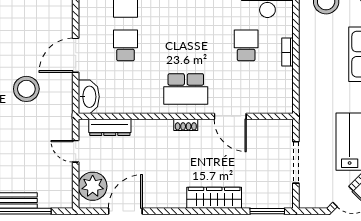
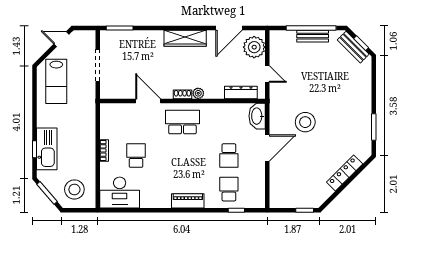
school desk: (246, 45) -> (136, 156), turned 180
plant: (165, 126) -> (198, 93), added
wardrobe: (214, 198) -> (185, 38), moved

